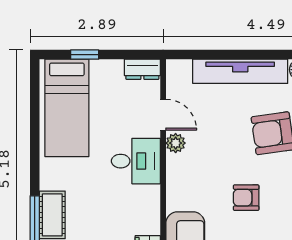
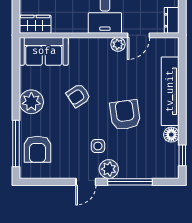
armchair: (246, 198) -> (78, 96), turned -123

